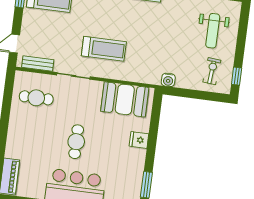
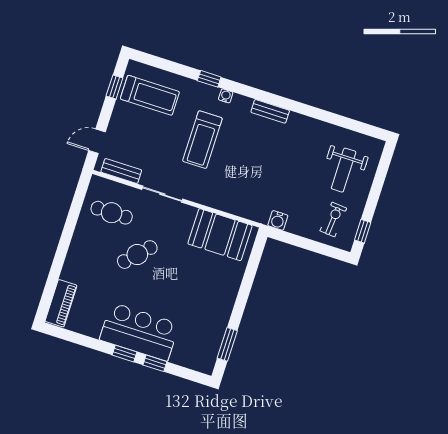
treadmill: (104, 49) -> (202, 140), moved, turned 90
fridge: (139, 140) -> (228, 288), removed
cafe table: (76, 142) -> (137, 255), moved, turned 44

